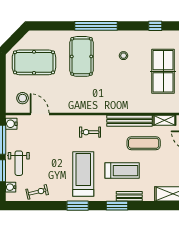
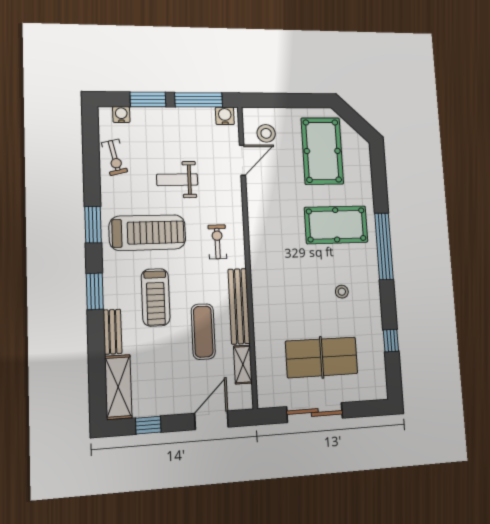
weight bench: (19, 163) -> (177, 180), moved
bench: (129, 196) -> (113, 332), moved

